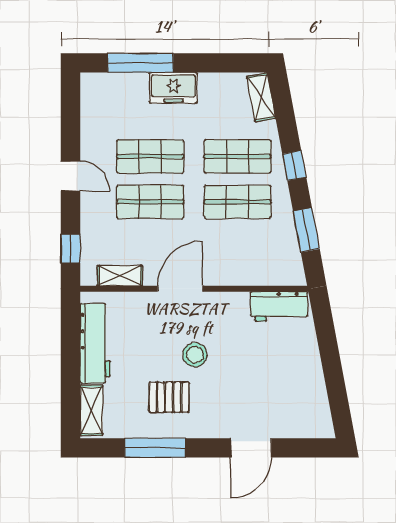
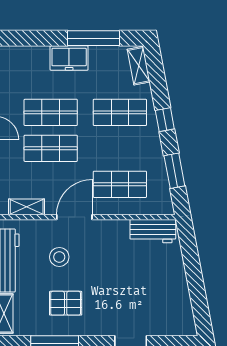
window: (140, 63) -> (93, 38), moved
shop shelf: (238, 202) -> (120, 184), moved
stool: (195, 355) -> (59, 257), moved

